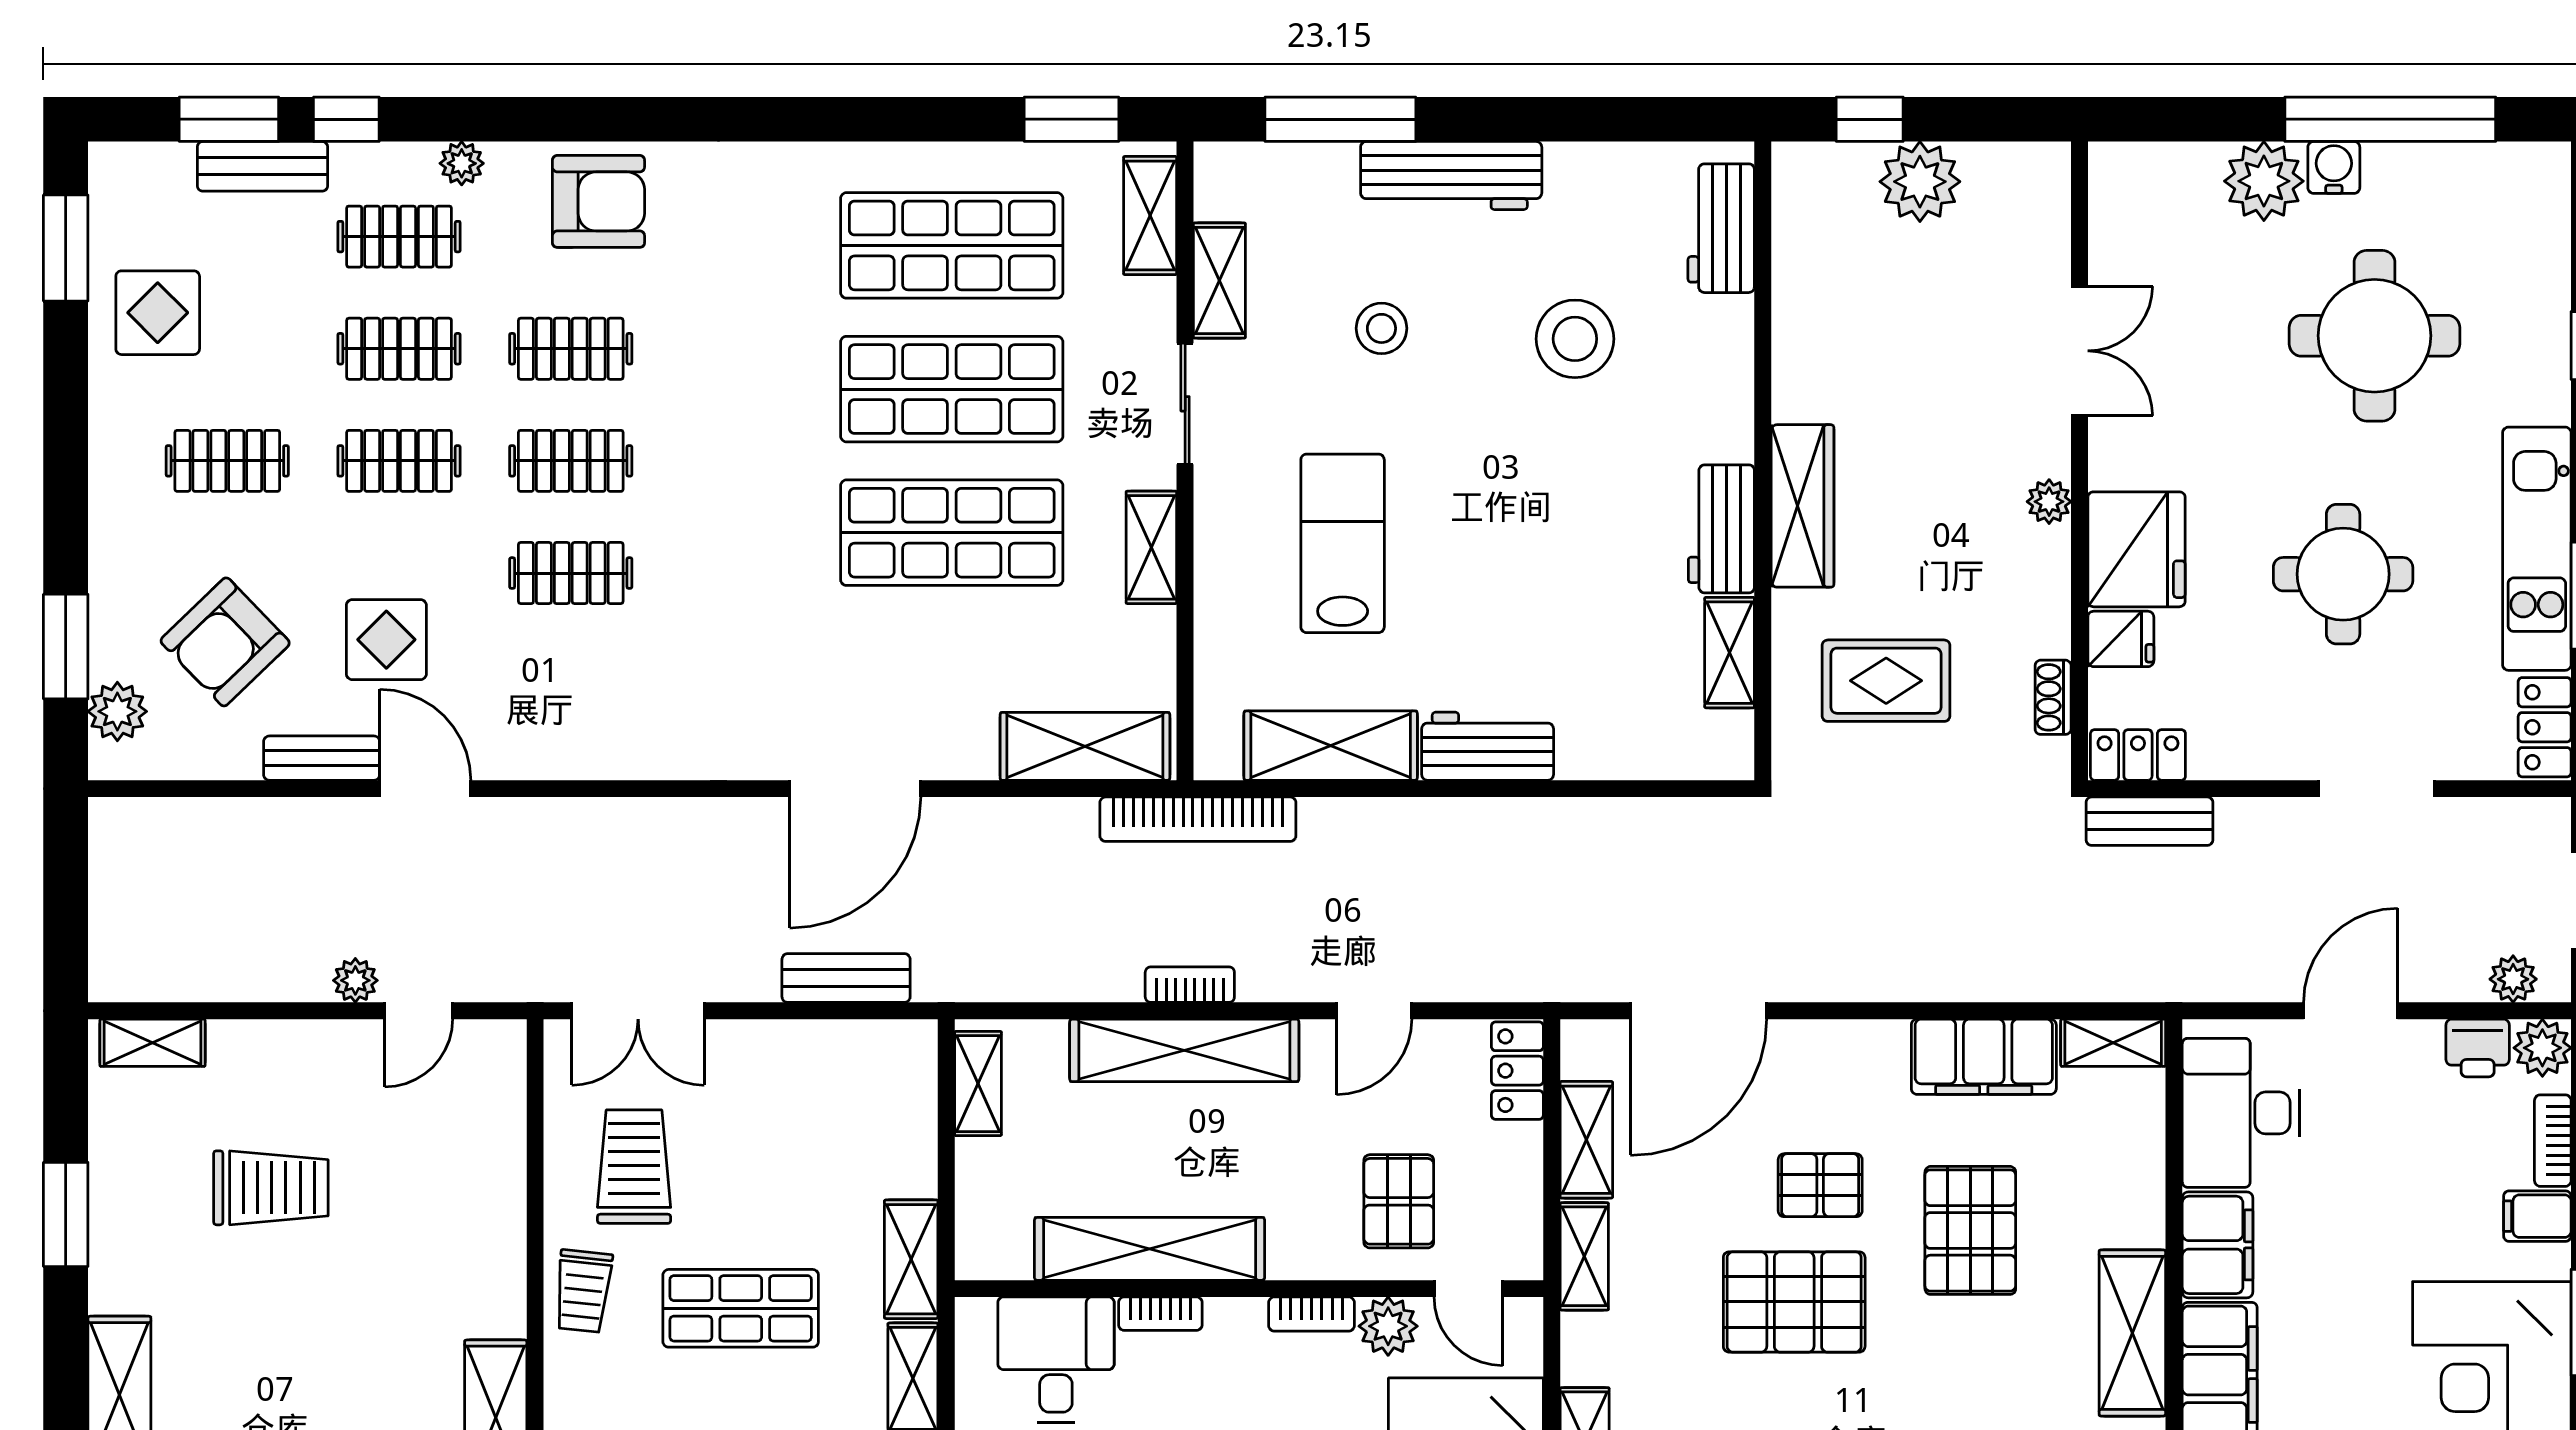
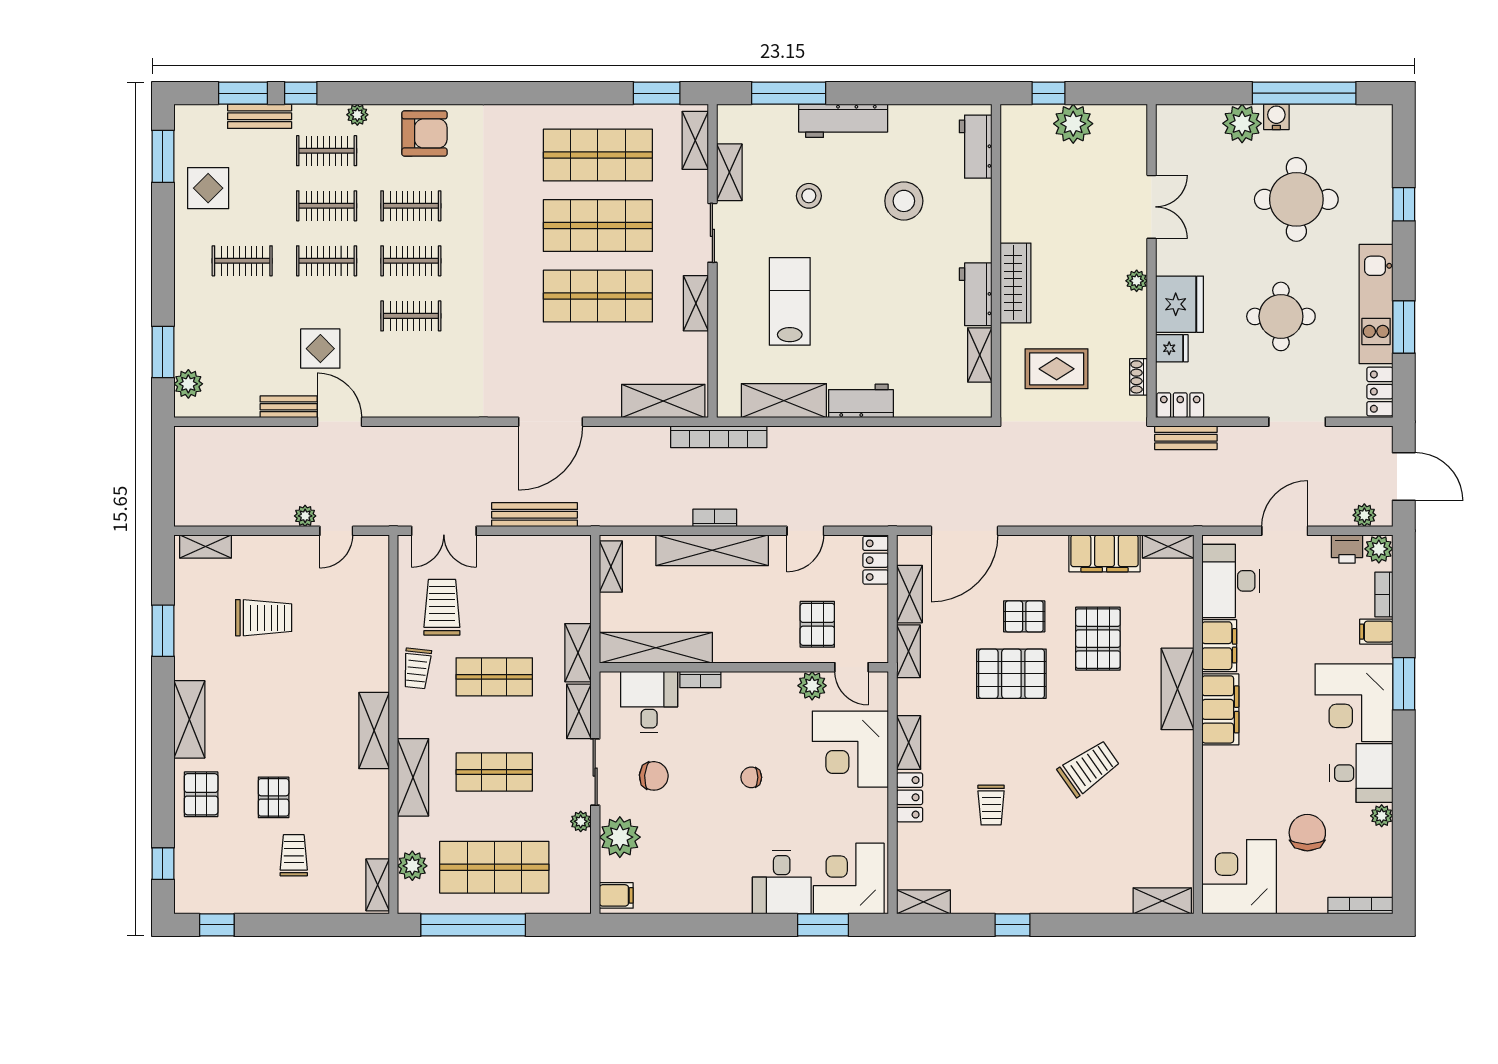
armchair: (225, 642) -> (241, 350), removed
bench: (846, 978) -> (535, 515), width x1.36
shelving: (1150, 1249) -> (656, 648), moved
bookcase: (1312, 1314) -> (775, 680), removed

